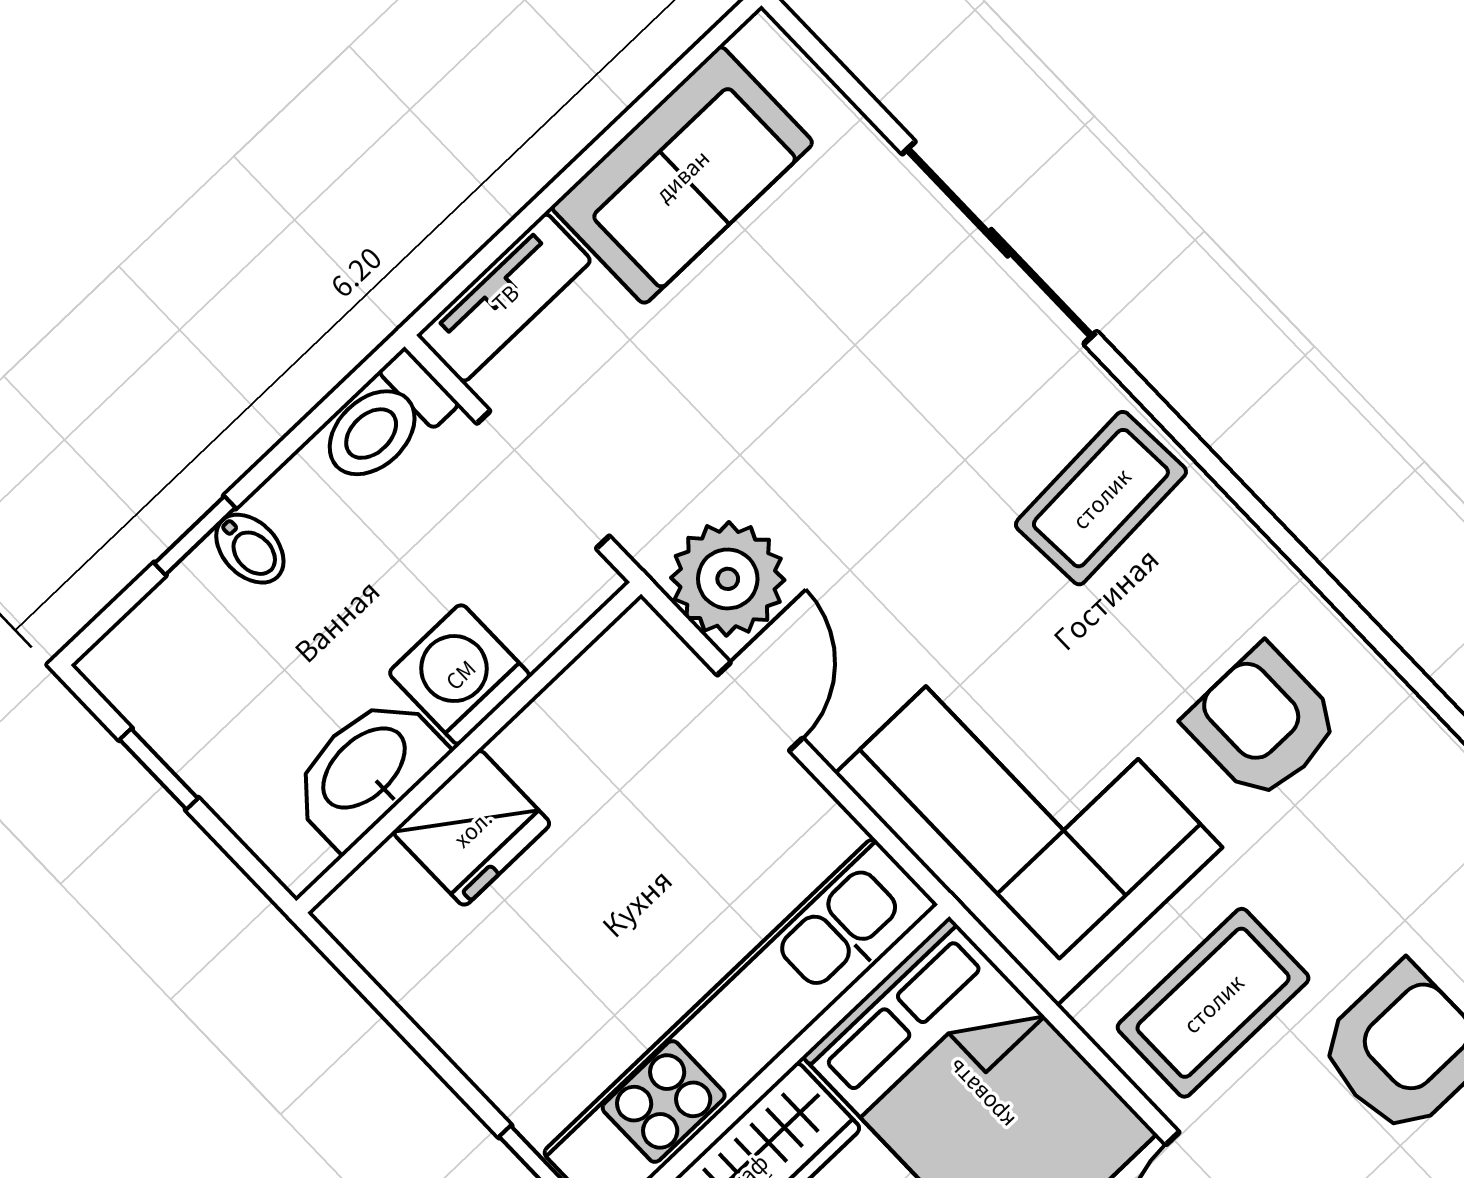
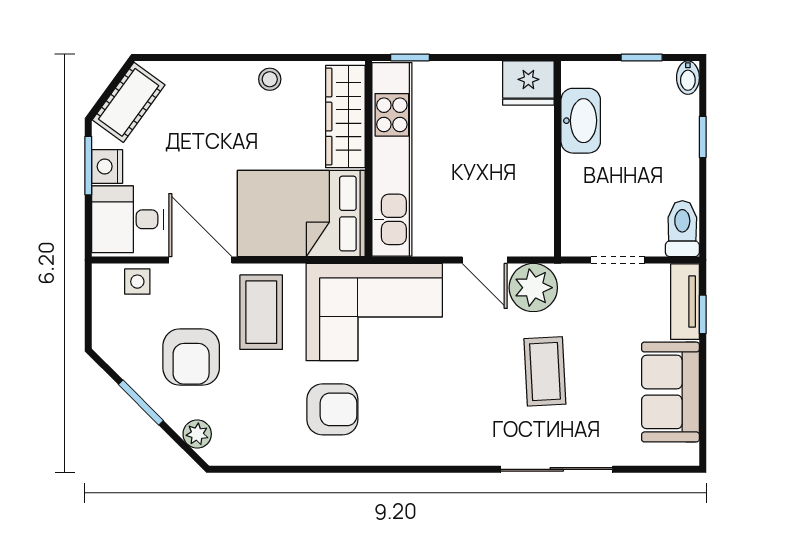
window: (498, 246) -> (703, 314), added
doorway: (543, 480) -> (618, 260), width x0.73
coffee table: (1101, 498) -> (545, 371), moved
bidet: (250, 549) -> (688, 78), moved, turned -90
washing machine: (460, 674) -> (583, 177), removed
fridge: (472, 828) -> (528, 83), moved, turned -90

